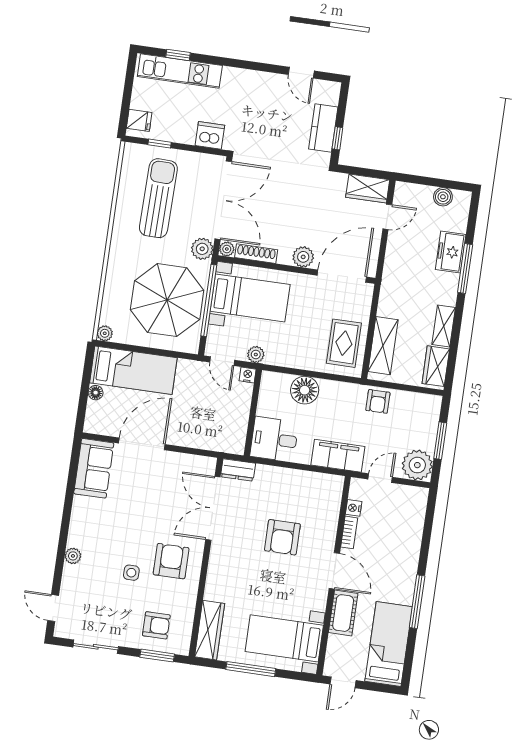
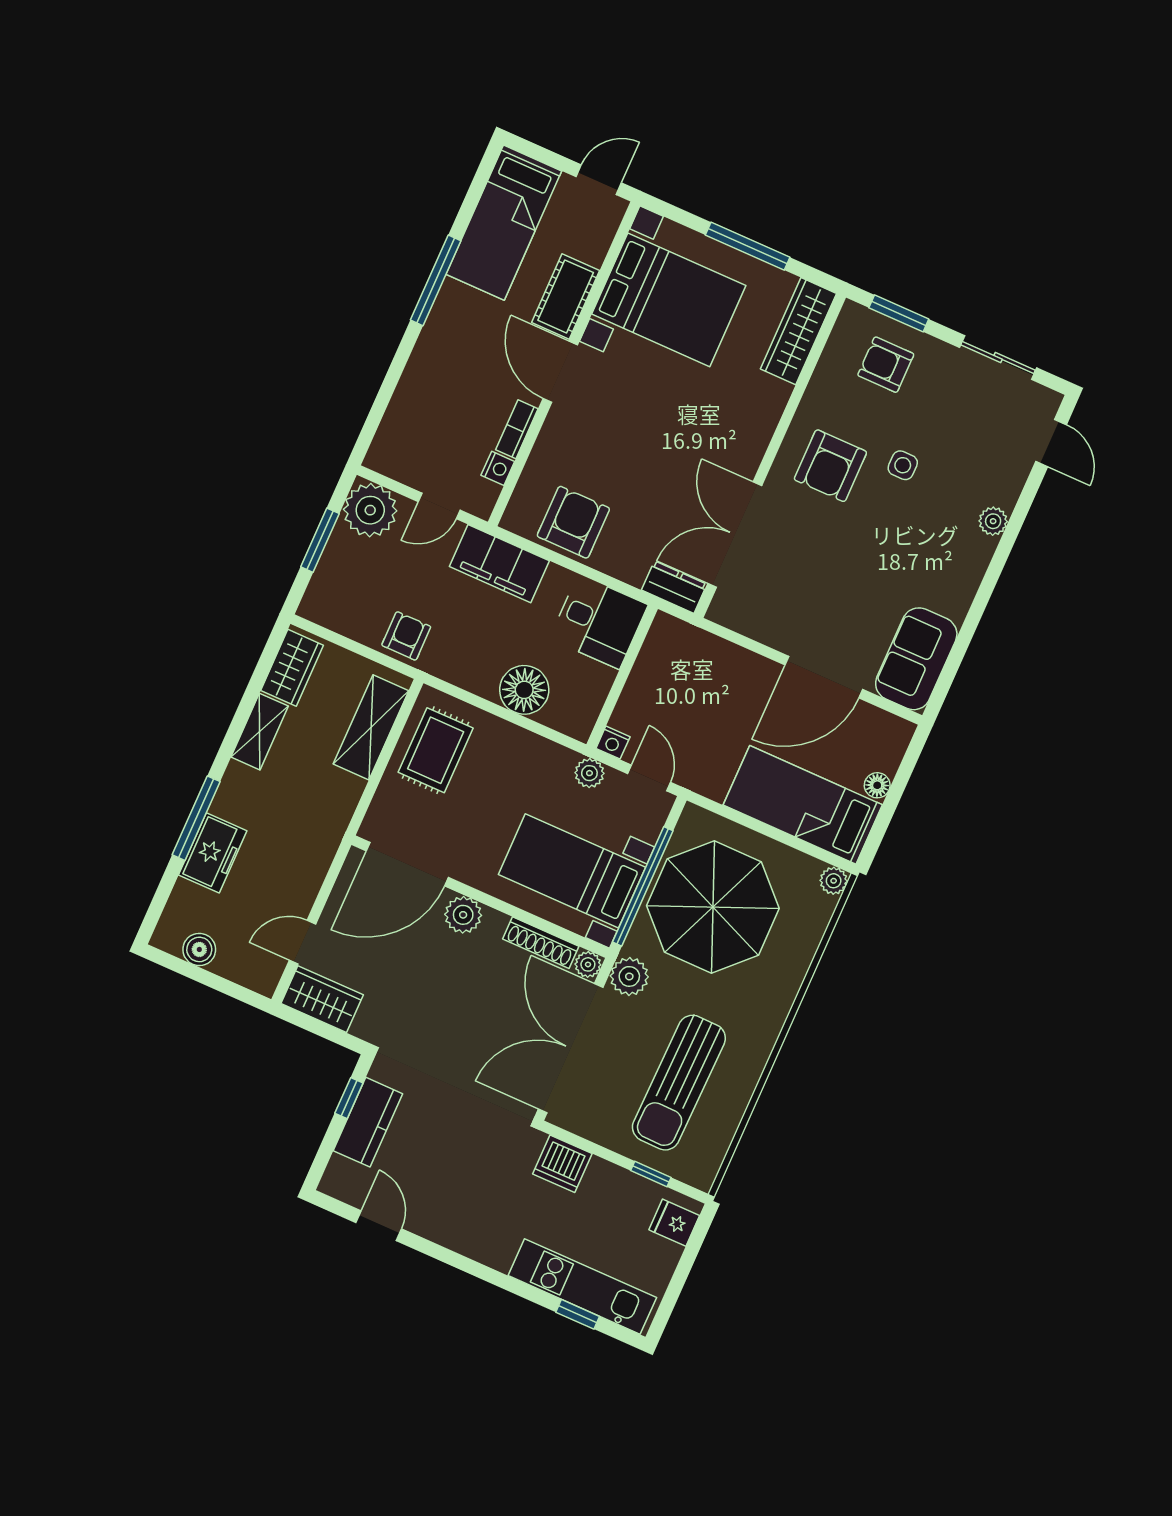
double door: (213, 508) -> (735, 535), swing flipped
armchair: (282, 537) -> (573, 522), moved
bed with nightstands: (284, 638) -> (669, 300), width x1.36

